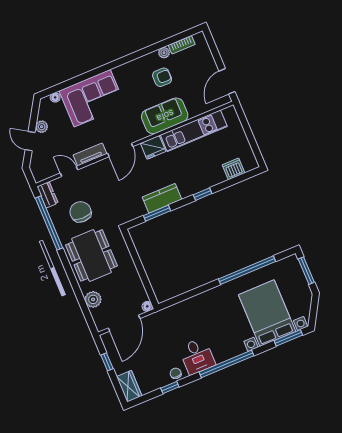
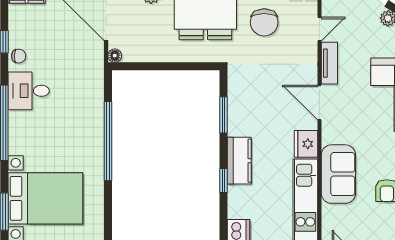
kitchen counter: (162, 198) -> (239, 161), moved
chair: (80, 212) -> (264, 22), turned 90
window: (247, 270) -> (108, 141), moved

